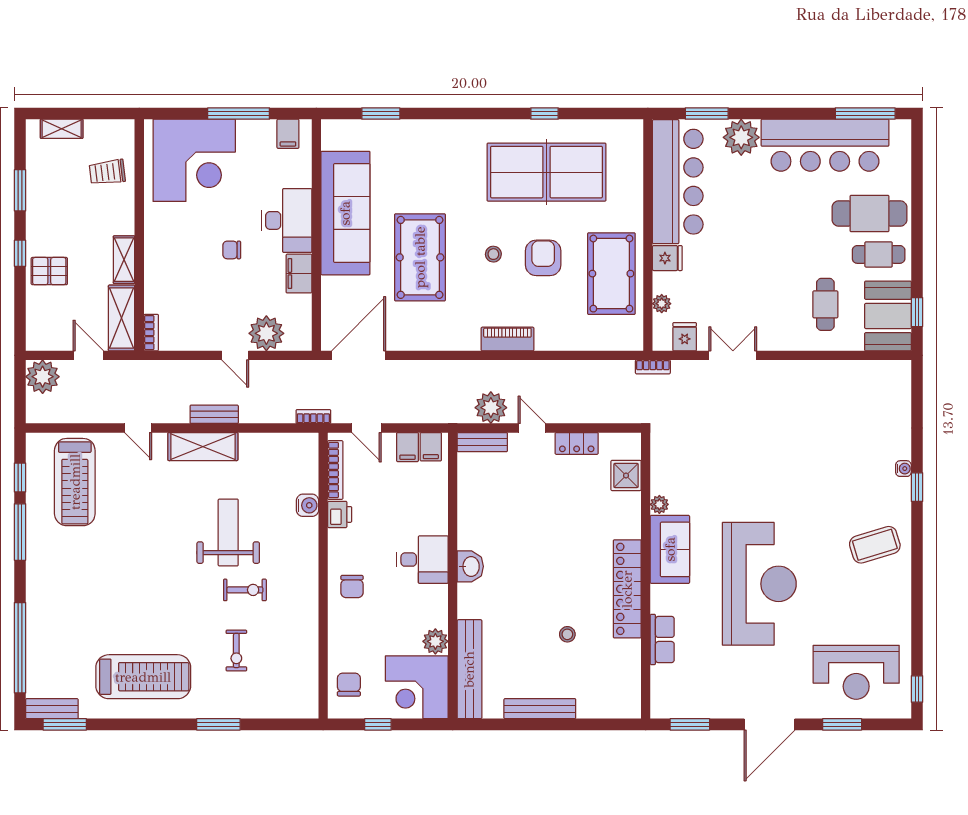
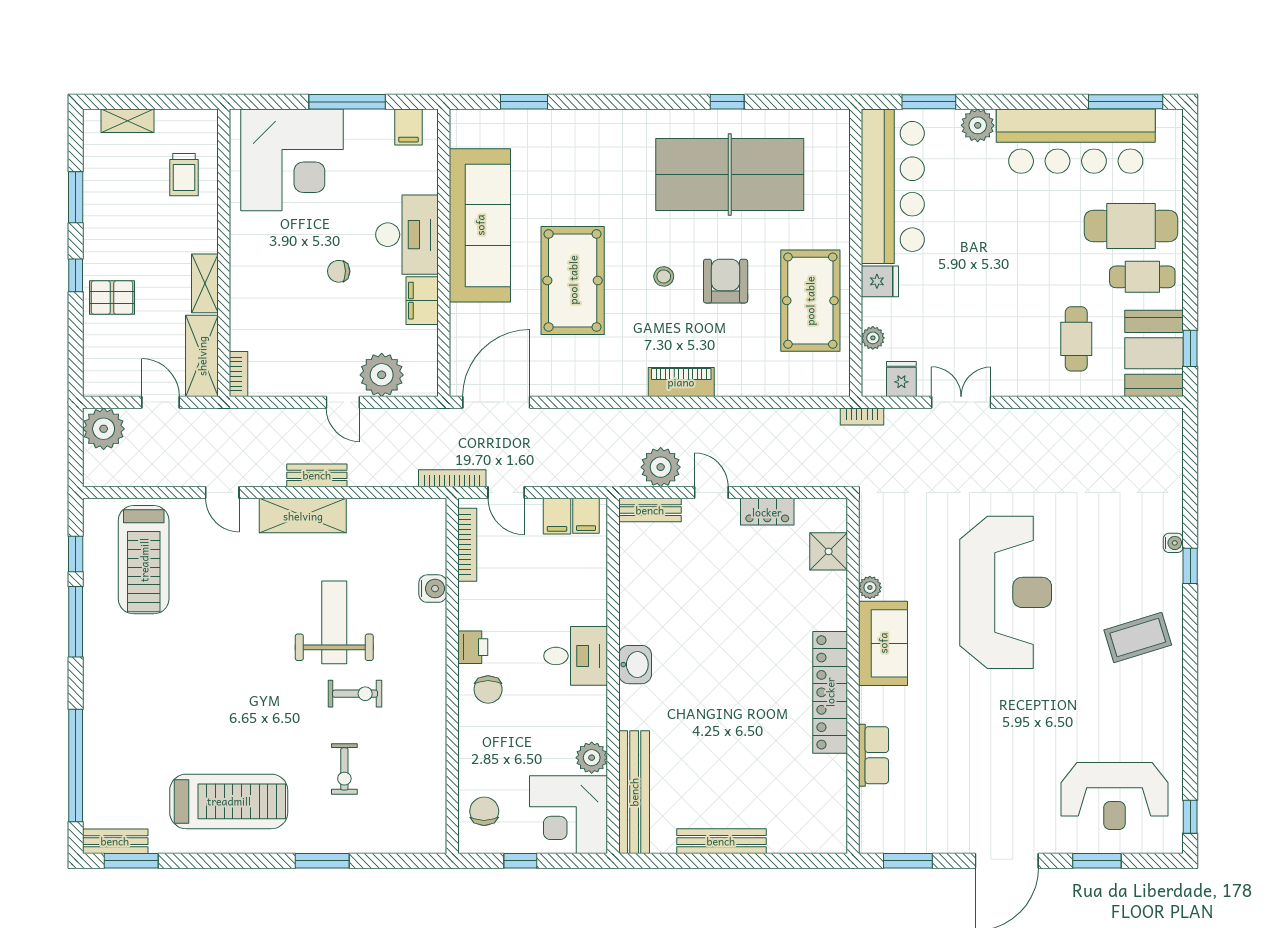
plant: (741, 137) -> (978, 125), width x0.73, depth x0.73
trolley: (107, 172) -> (184, 175), turned -83
bookcase: (313, 417) -> (452, 478), width x1.56
printer: (340, 514) -> (473, 647), moved
reception desk: (759, 584) -> (1006, 592), moved
stool: (567, 634) -> (756, 749), removed

